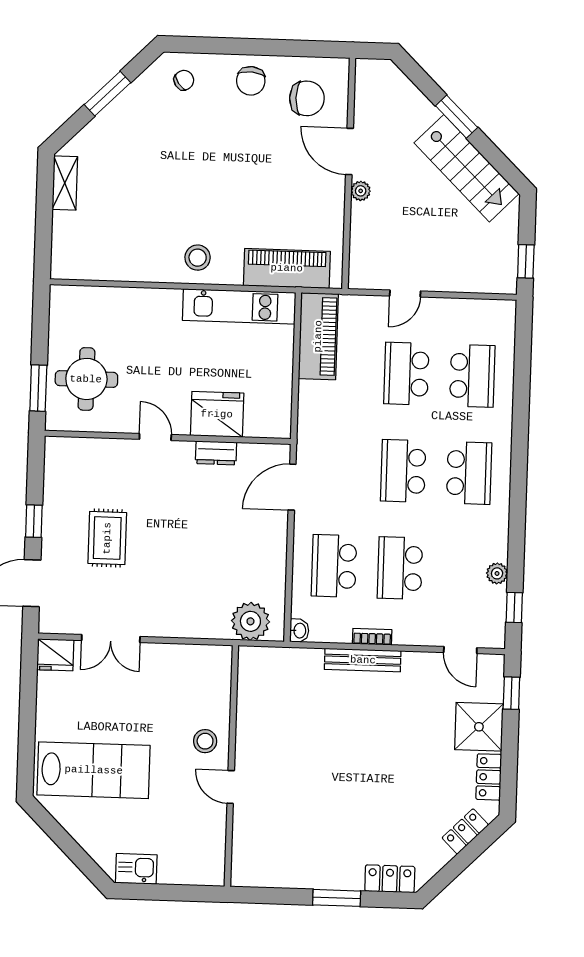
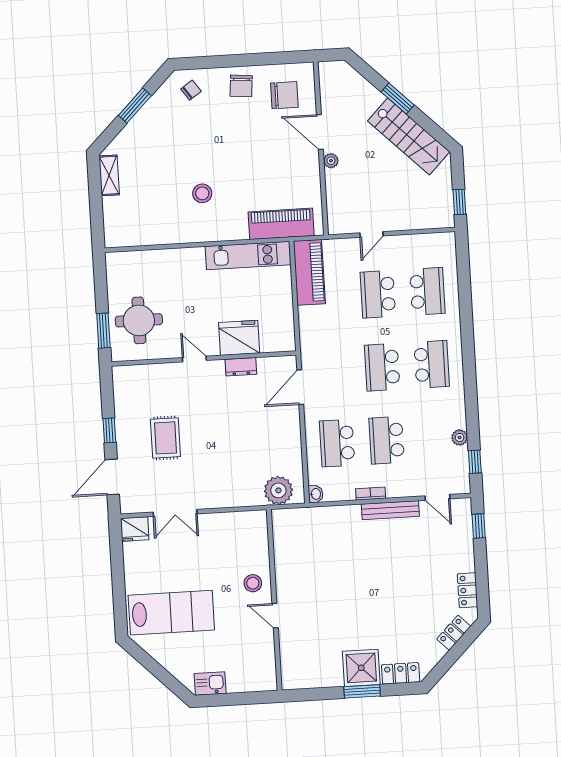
stool: (198, 258) -> (202, 193), moved
bench: (363, 660) -> (390, 510), moved
shower: (479, 727) -> (361, 668), moved

